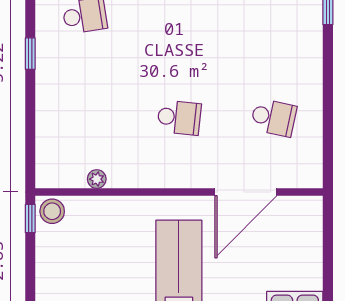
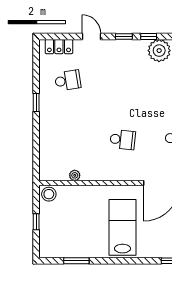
window: (30, 219) -> (36, 222), moved

